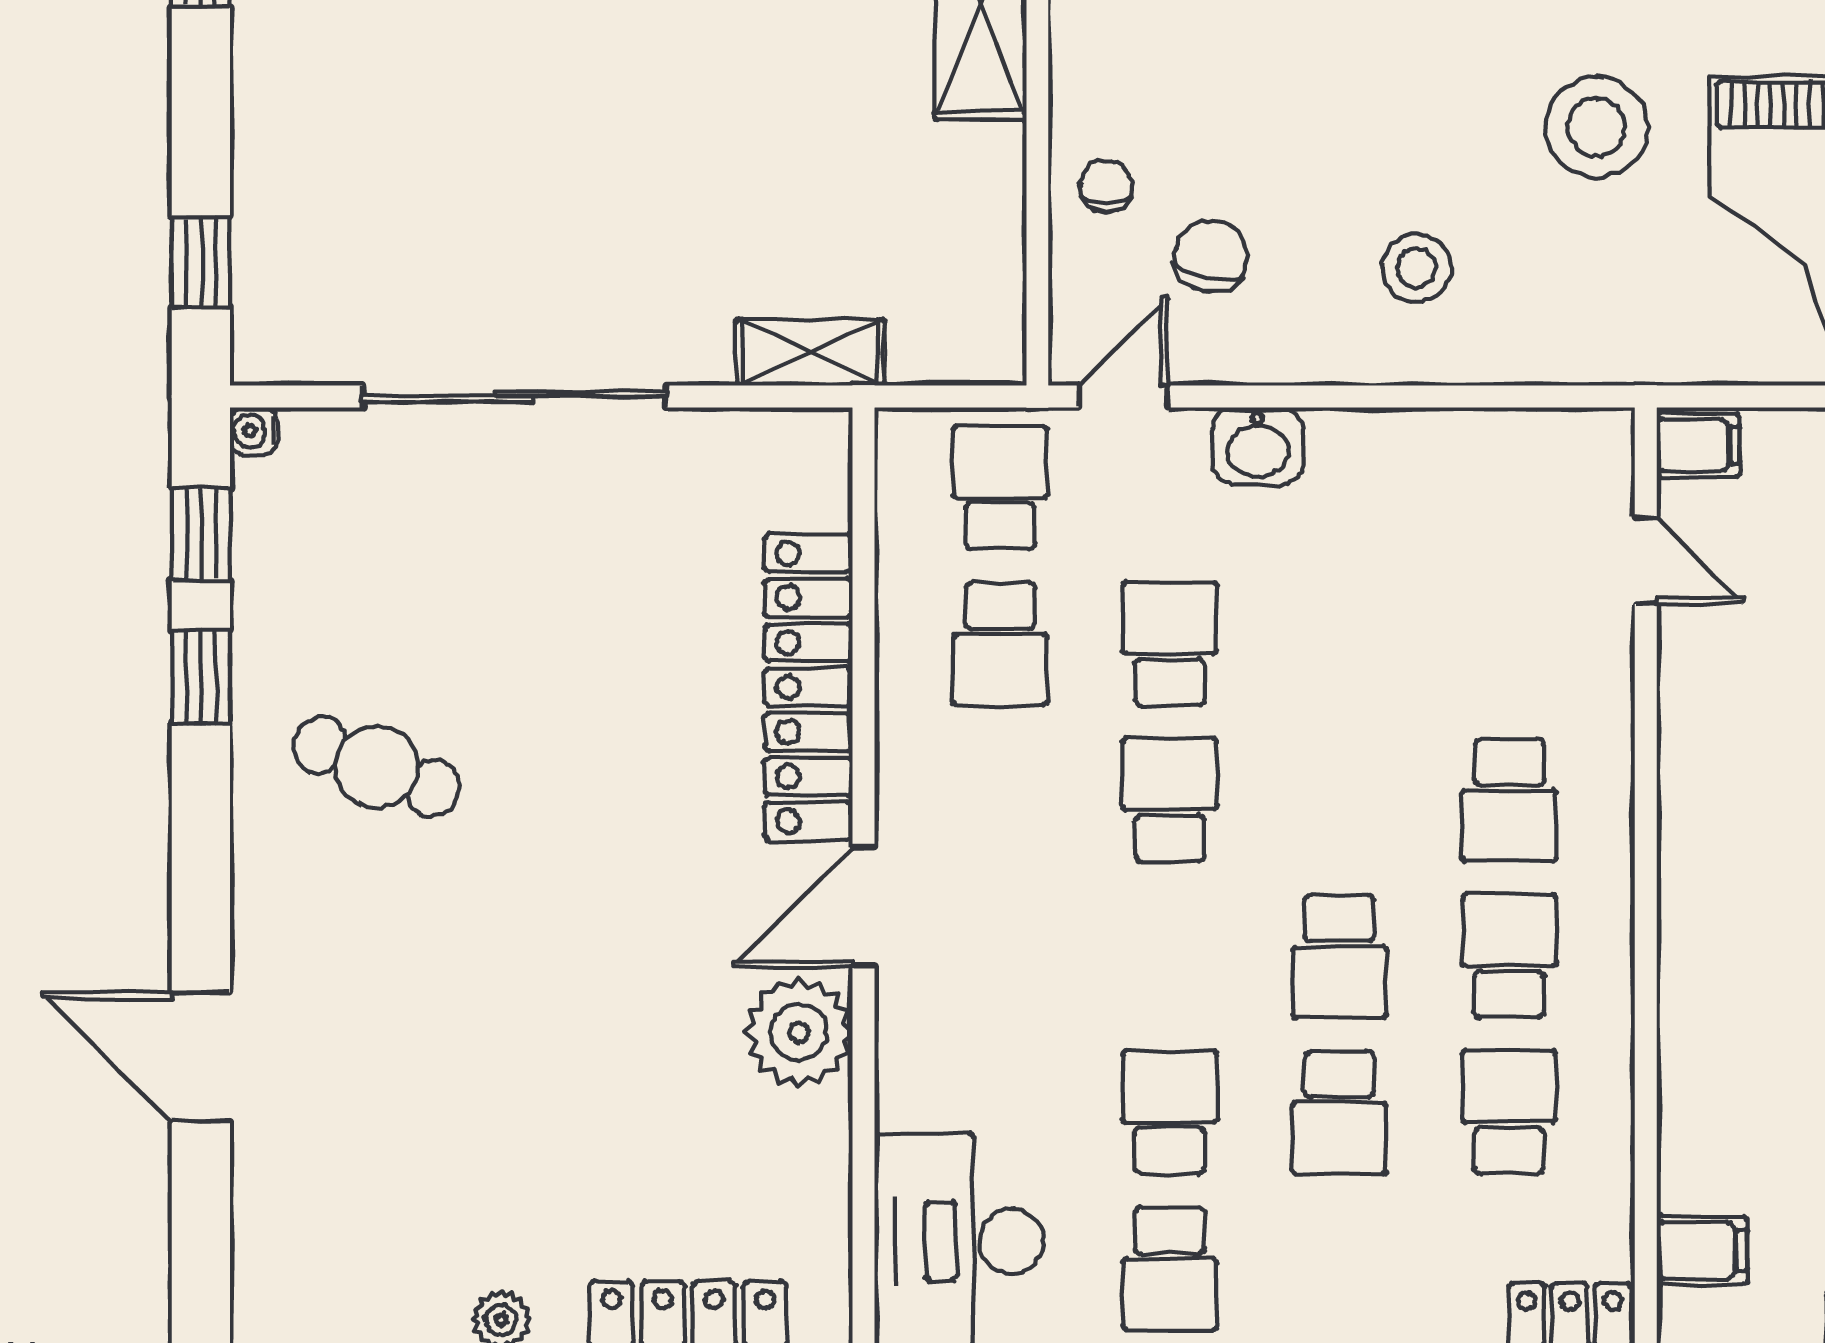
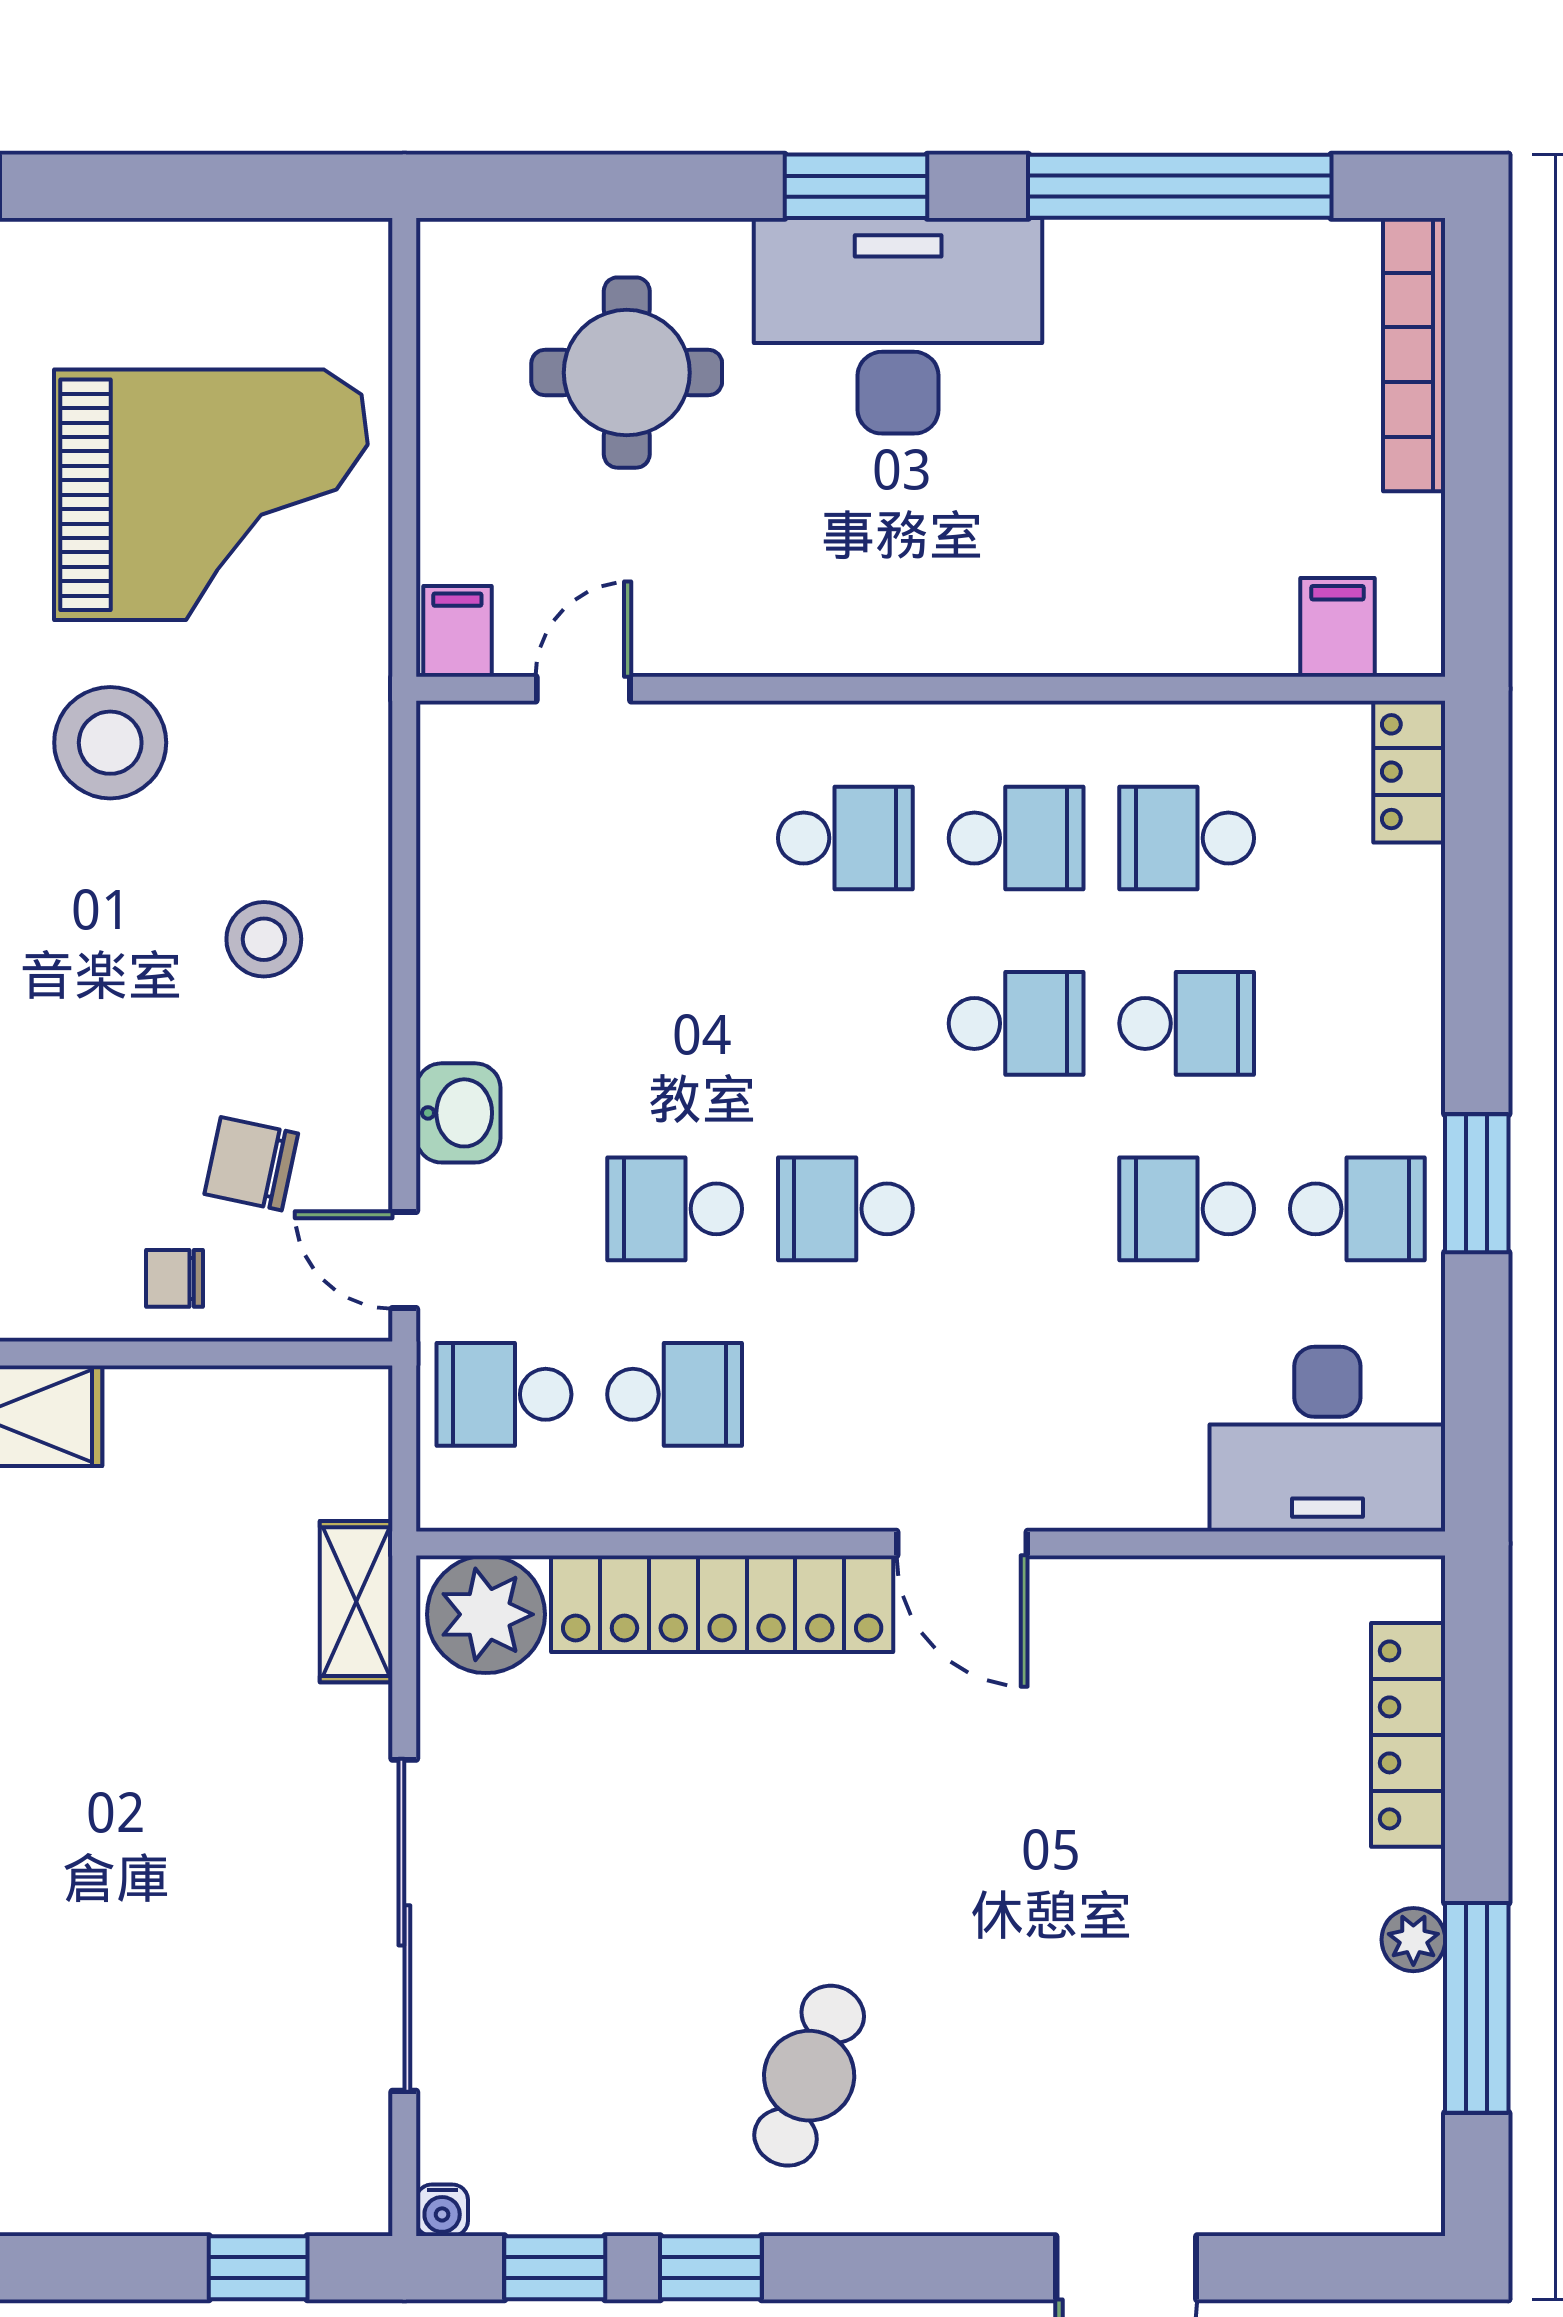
school desk: (1509, 956) -> (1016, 838), turned 180
plant: (799, 1032) -> (486, 1614), moved

